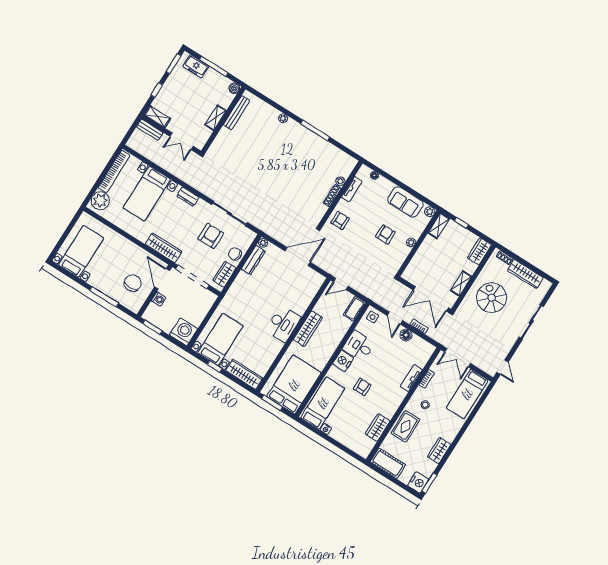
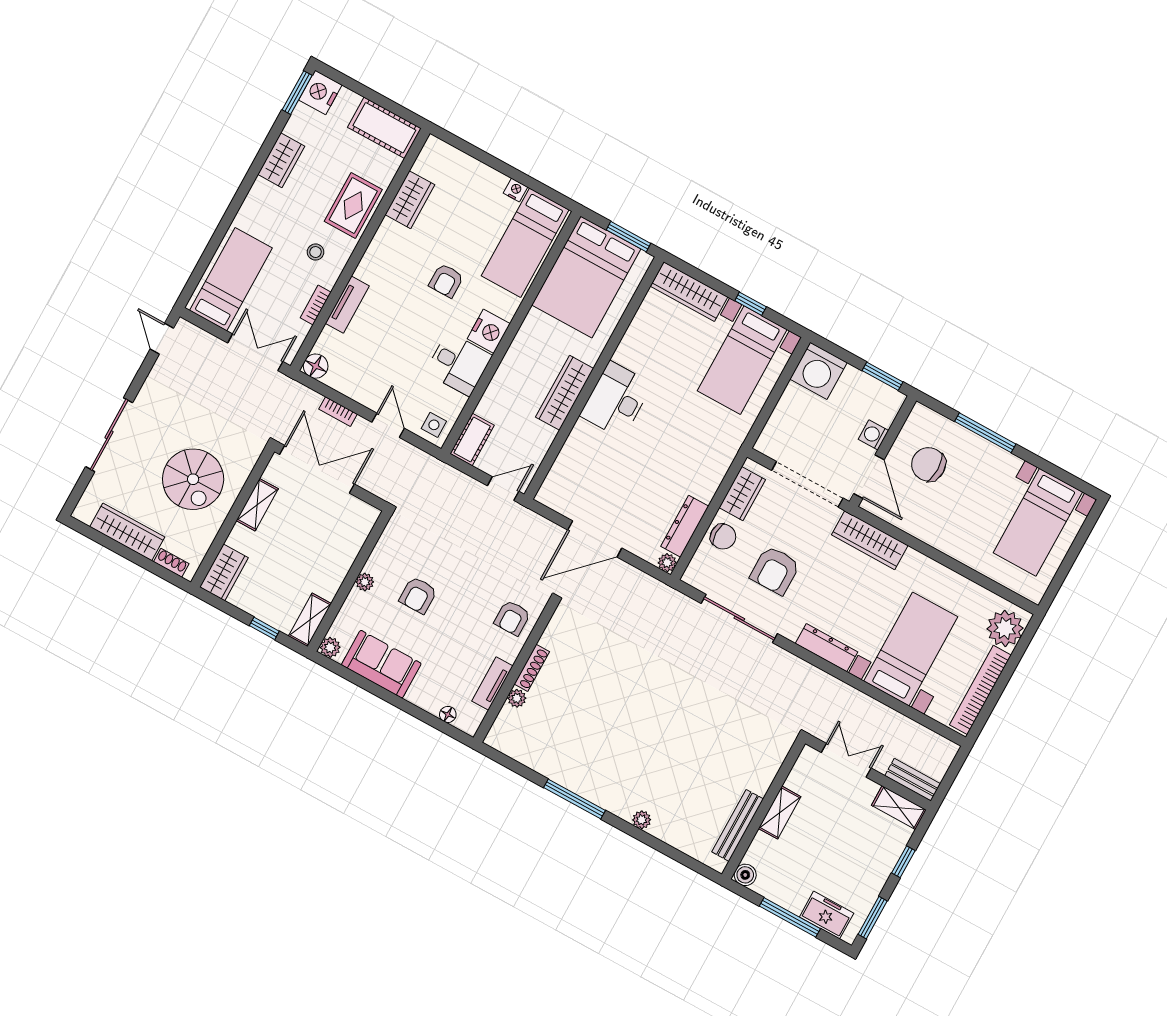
dresser: (188, 197) -> (826, 648), width x1.44
chair: (133, 283) -> (929, 464), turned 90
floor lamp: (406, 335) -> (316, 366), moved

